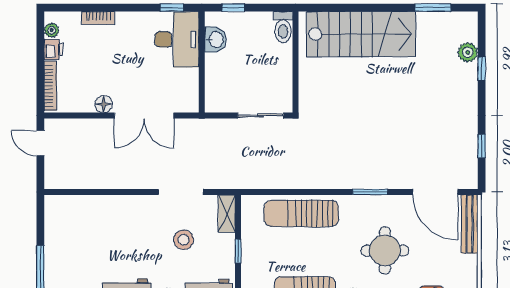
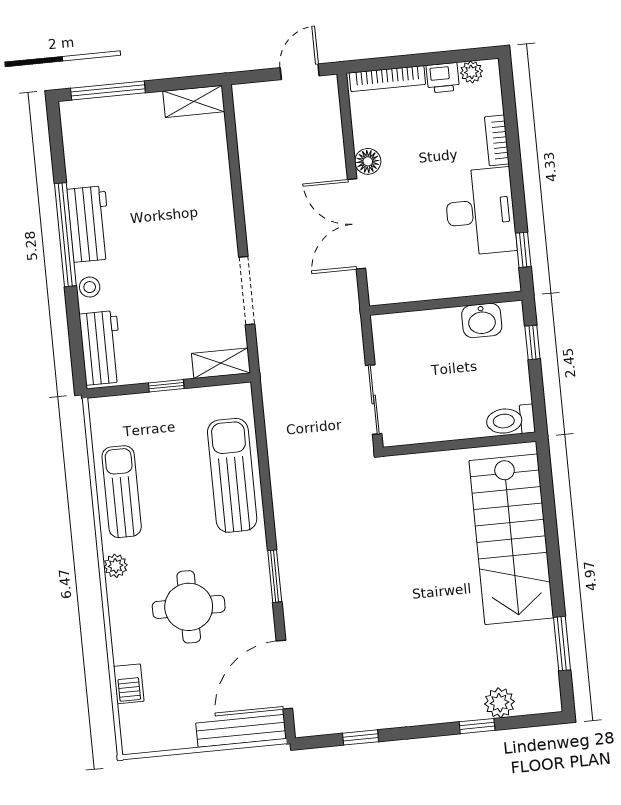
desk: (177, 39) -> (480, 212), moved, turned -90
shelving: (53, 214) -> (194, 101), added
stool: (184, 240) -> (175, 302), removed

